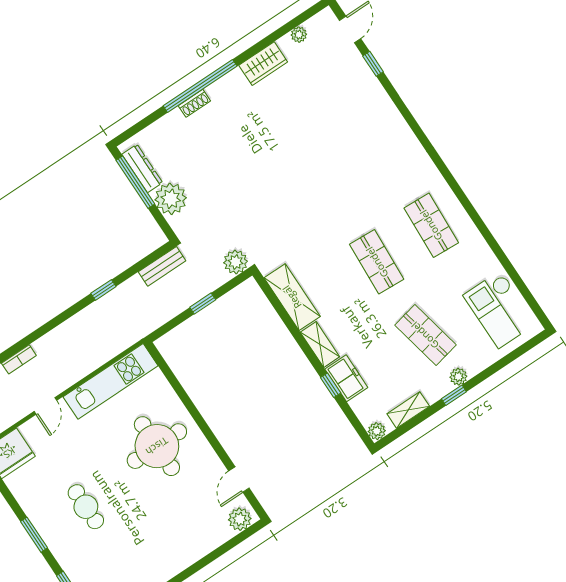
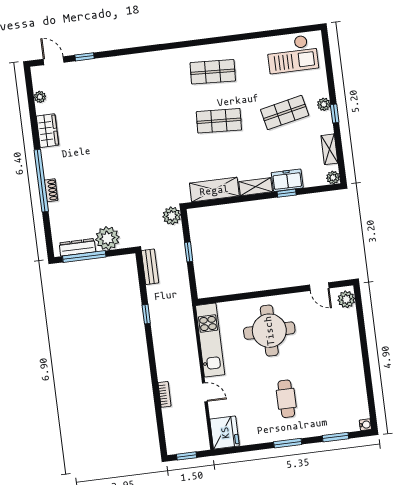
cafe table: (86, 507) -> (286, 399), turned 90

